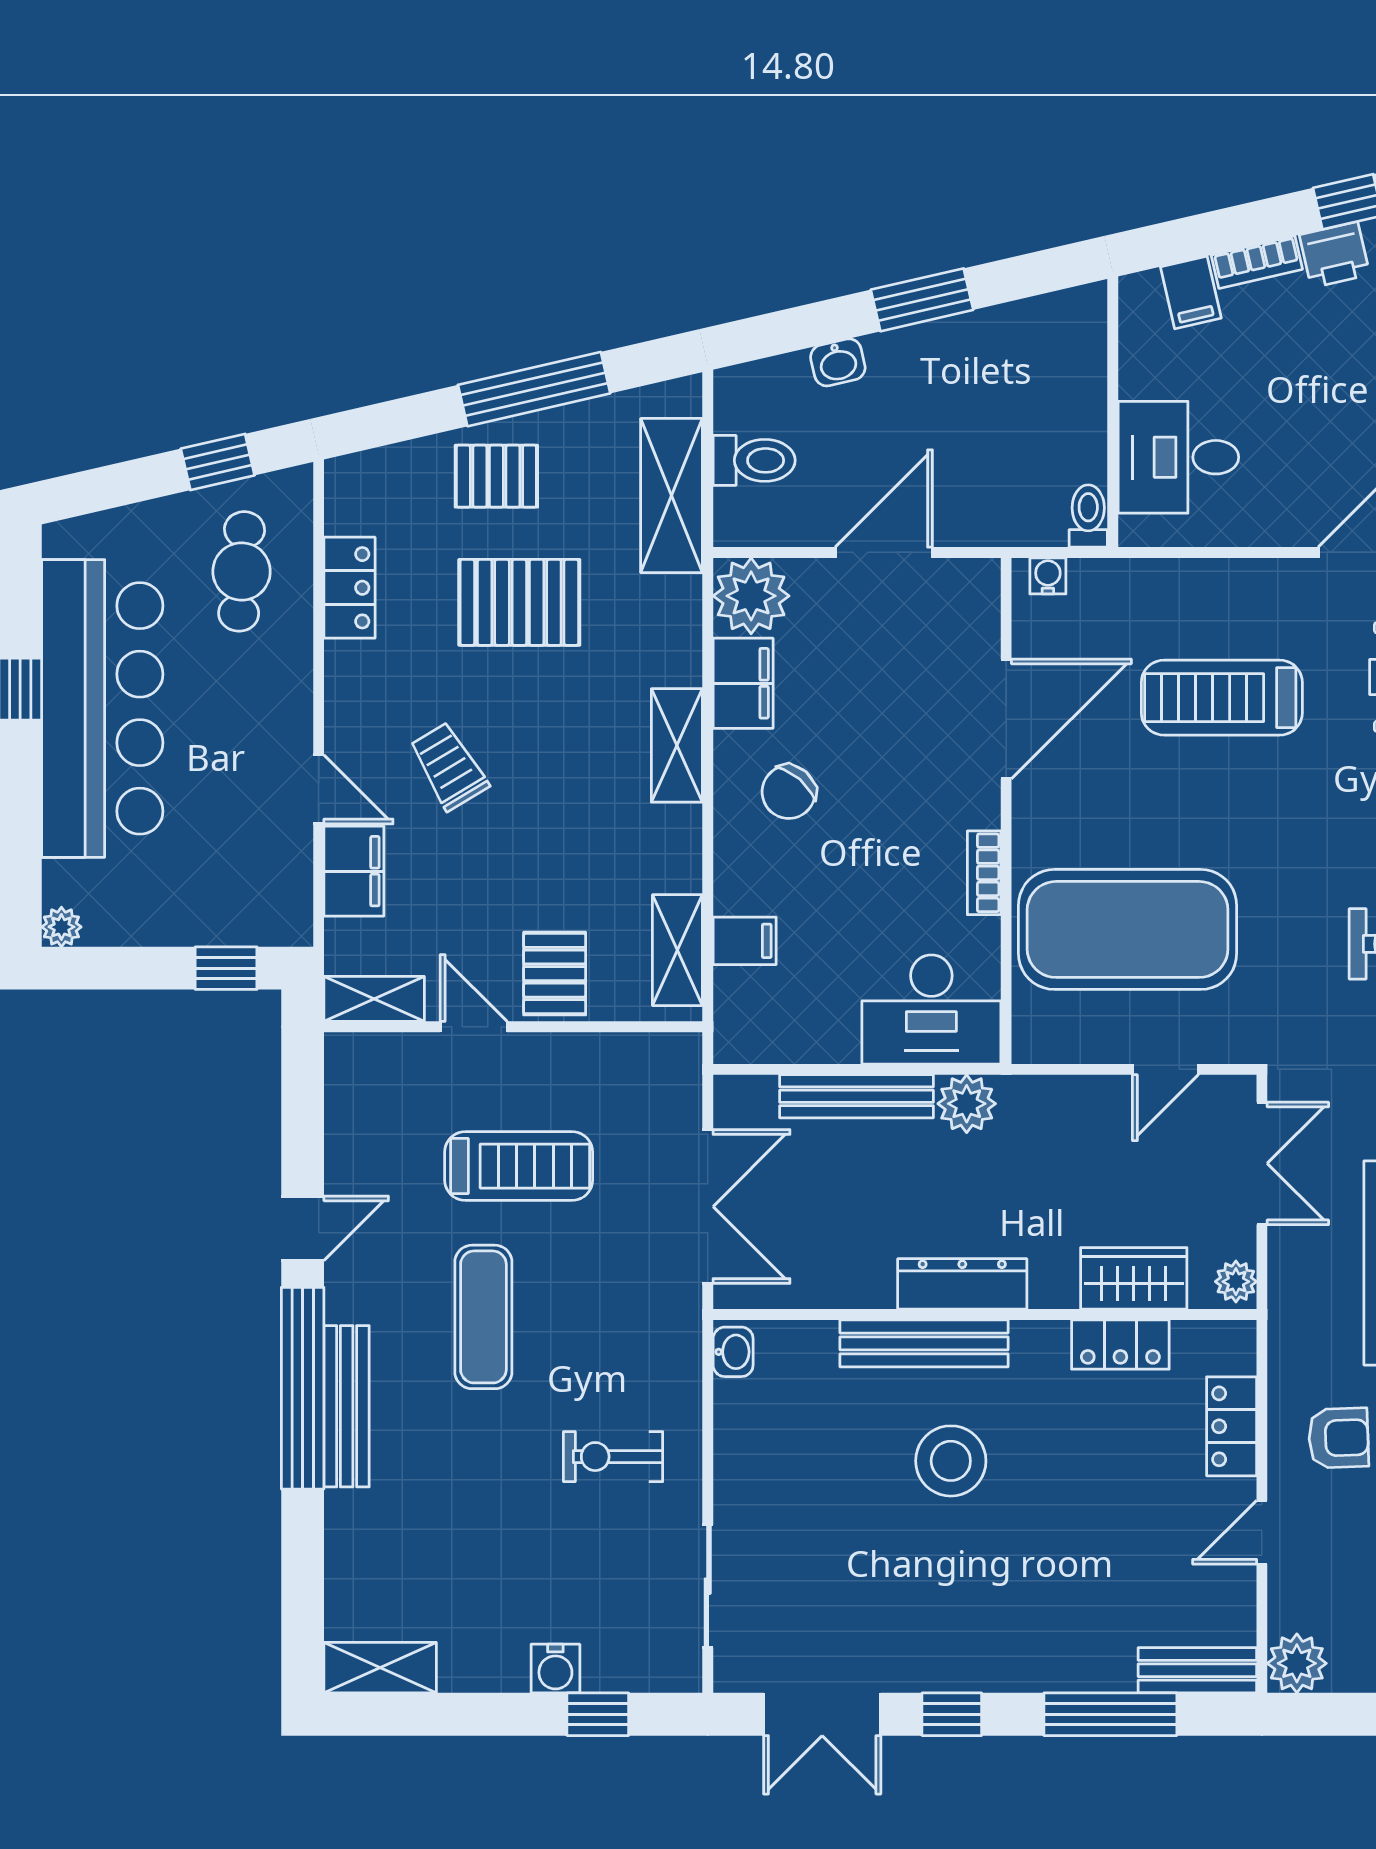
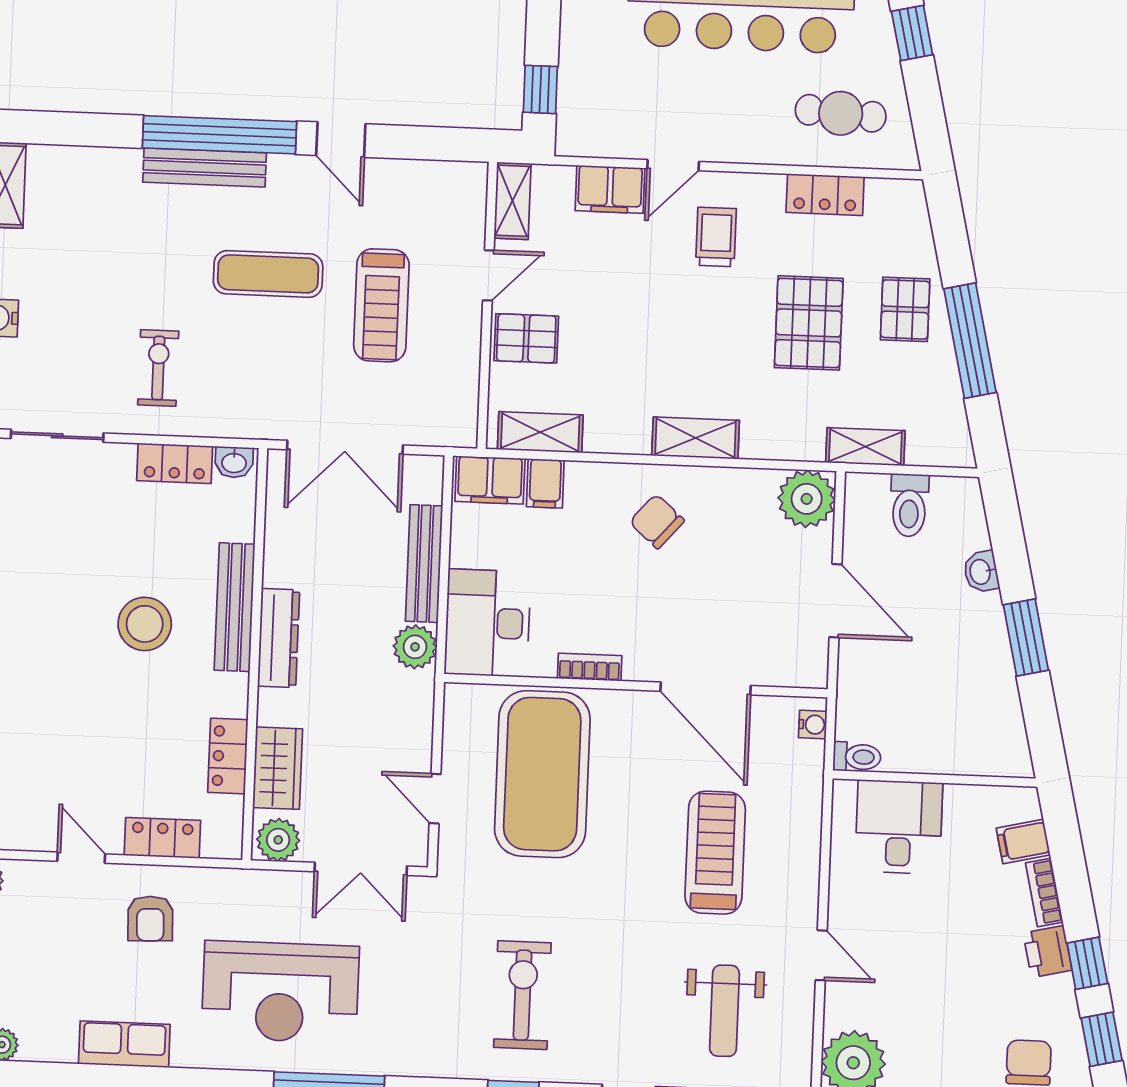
window: (218, 462) -> (912, 33), moved
shelving: (672, 496) -> (865, 447), width x0.67, depth x0.75
filing cabinet: (743, 683) -> (490, 480), moved
trolley: (449, 766) -> (716, 237), moved, turned -59
plant: (1236, 1282) -> (278, 840), width x1.38, depth x1.38
locker: (738, 1430) -> (175, 463), added

